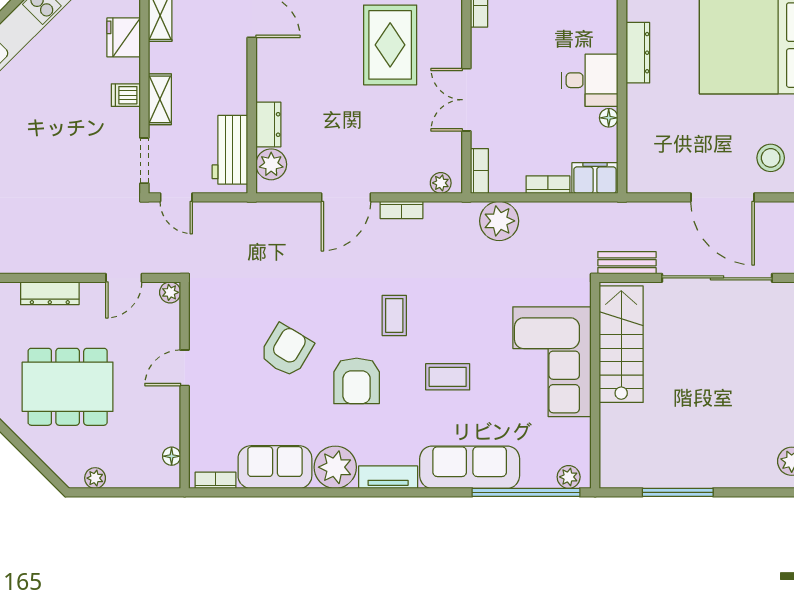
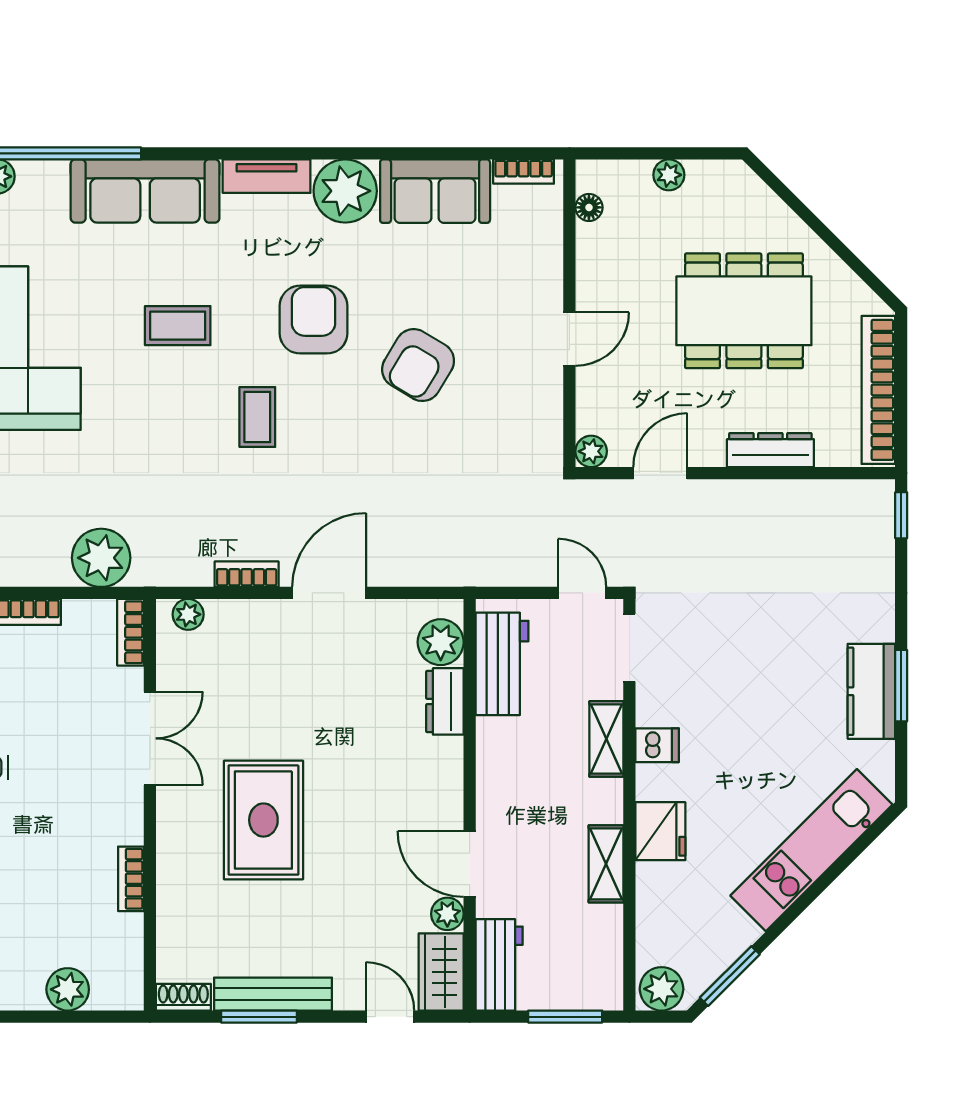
plant: (95, 478) -> (669, 175), moved

